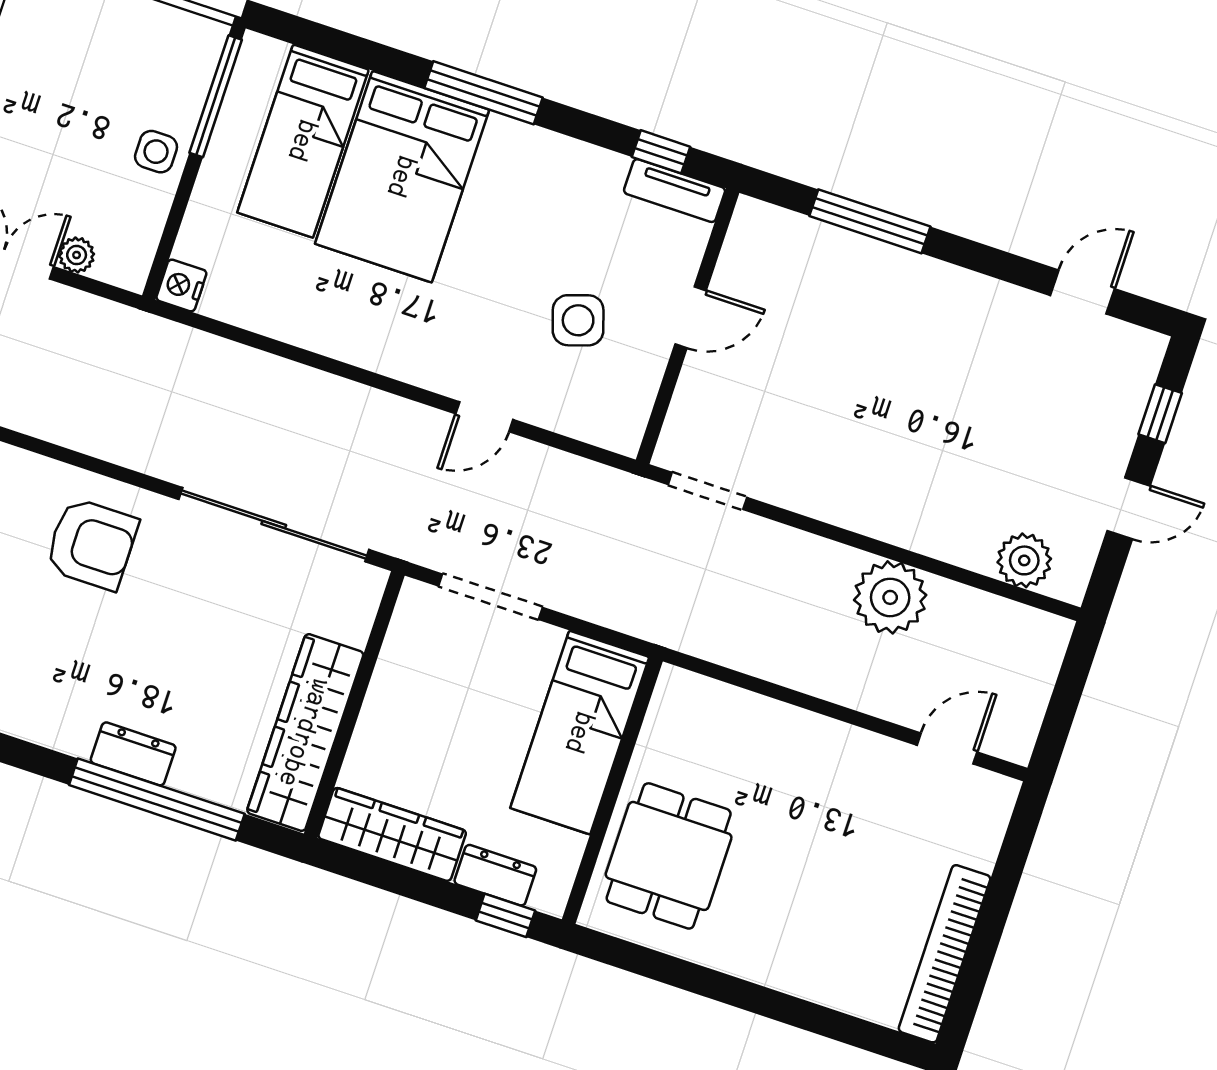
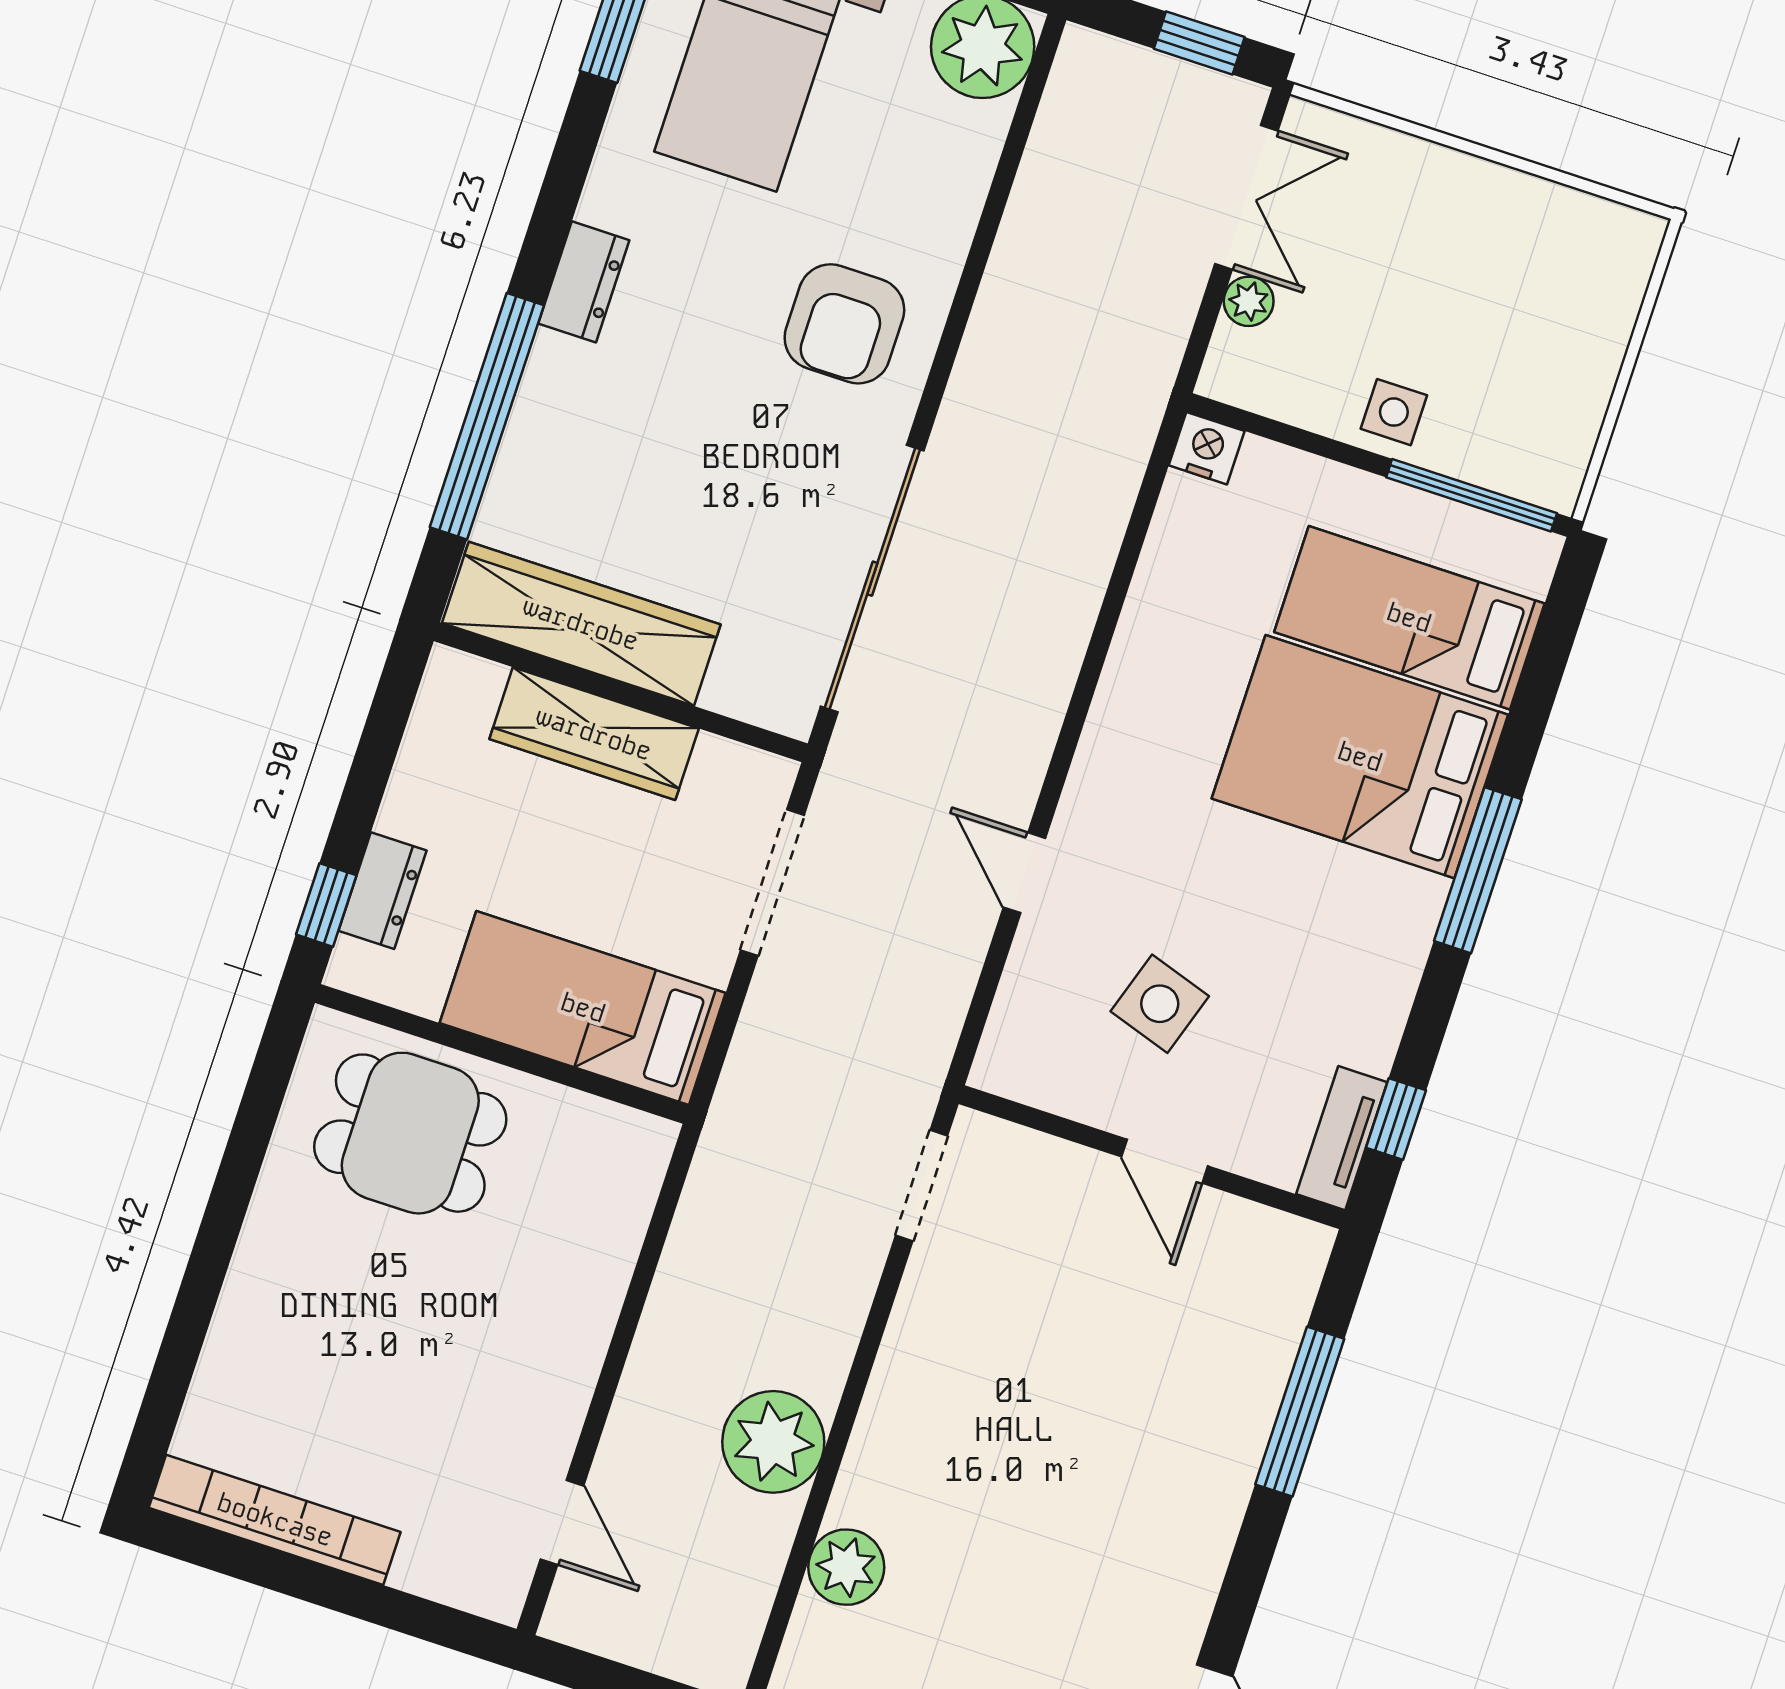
side table: (578, 320) -> (1160, 1004), turned 36
plant: (1024, 560) -> (846, 1567), moved
dresser: (133, 754) -> (584, 282), moved
wardrobe: (392, 834) -> (594, 734), moved, turned 90

